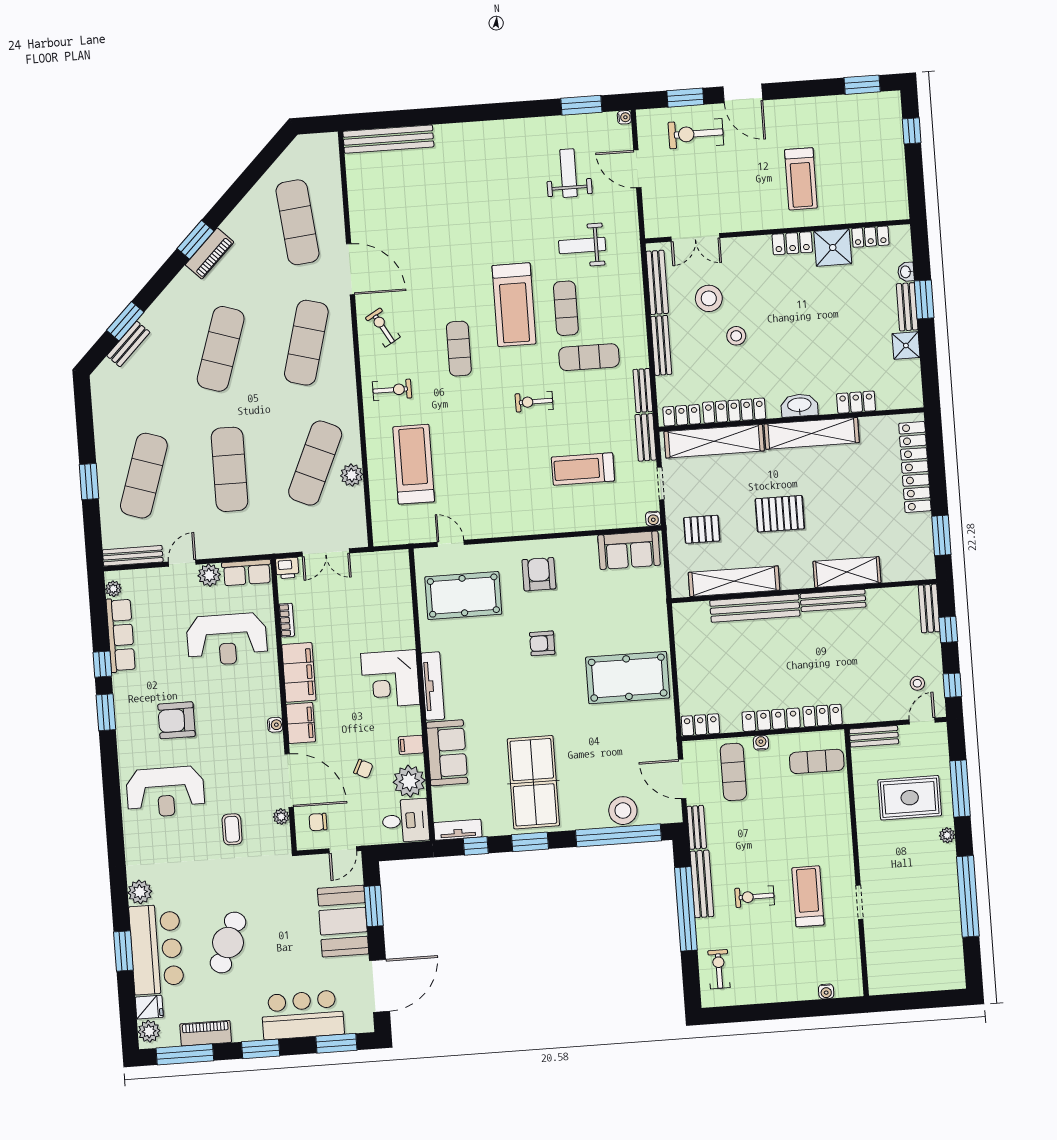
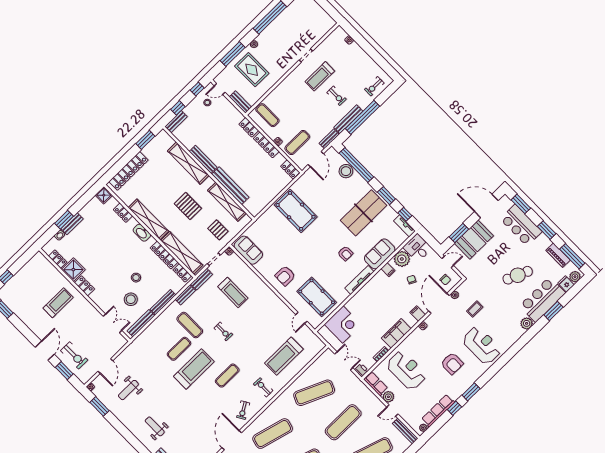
weight bench: (582, 246) -> (155, 426), moved, turned 180
shower: (906, 346) -> (104, 195), moved
plant: (352, 475) -> (307, 376), removed
shelving: (847, 572) -> (188, 163), width x1.47
armchair: (542, 643) -> (345, 253), moved
corner desk: (390, 679) -> (343, 325), moved
filing cabinet: (301, 723) -> (418, 314), width x0.50

